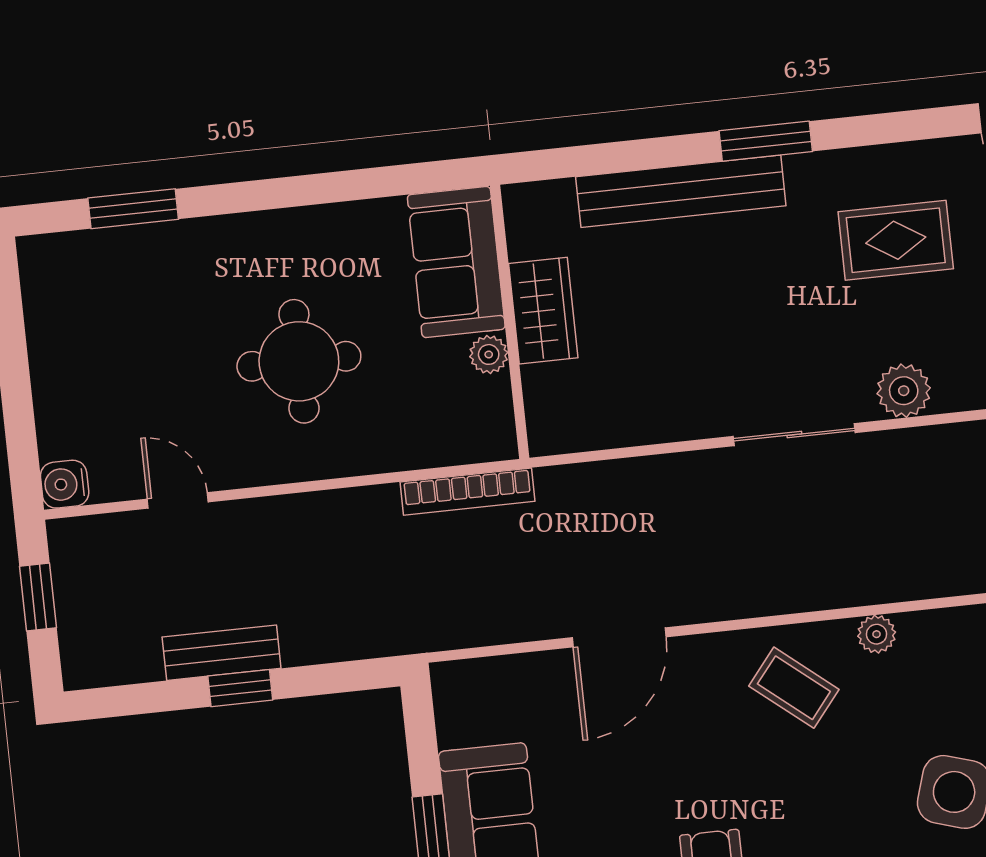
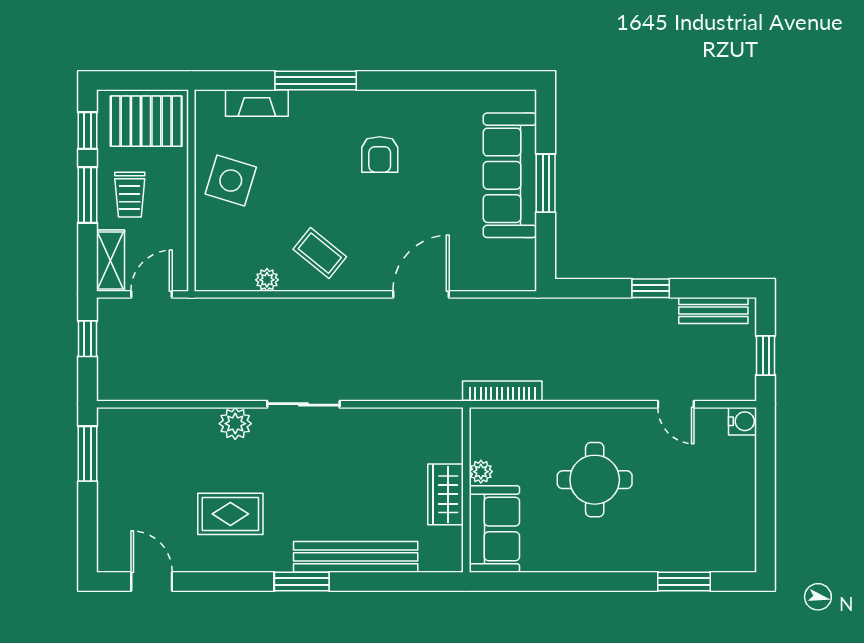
bench: (222, 653) -> (713, 311), moved

